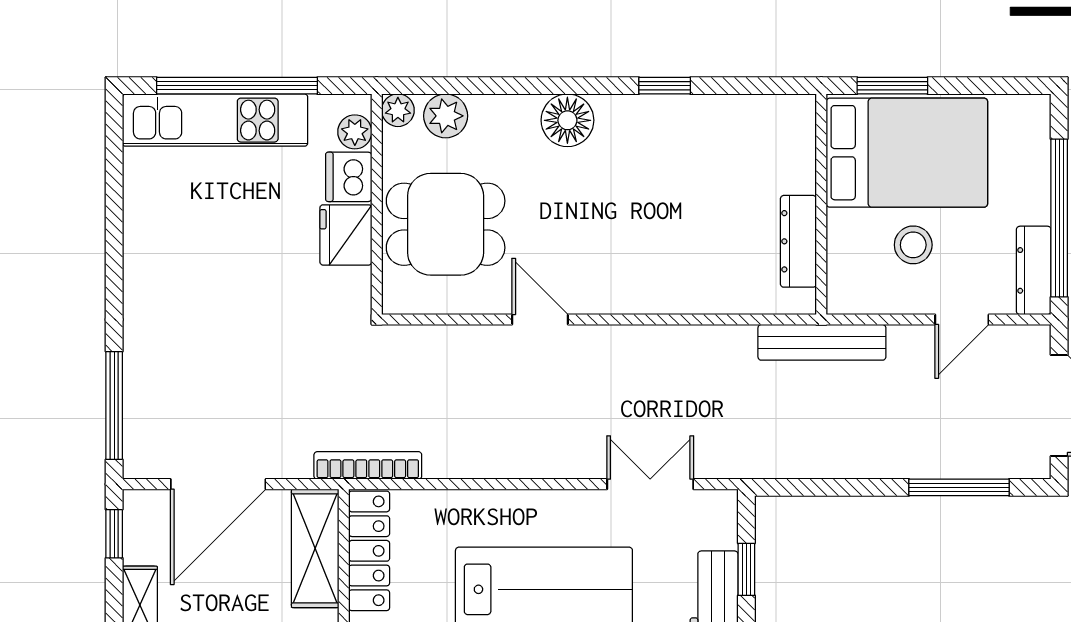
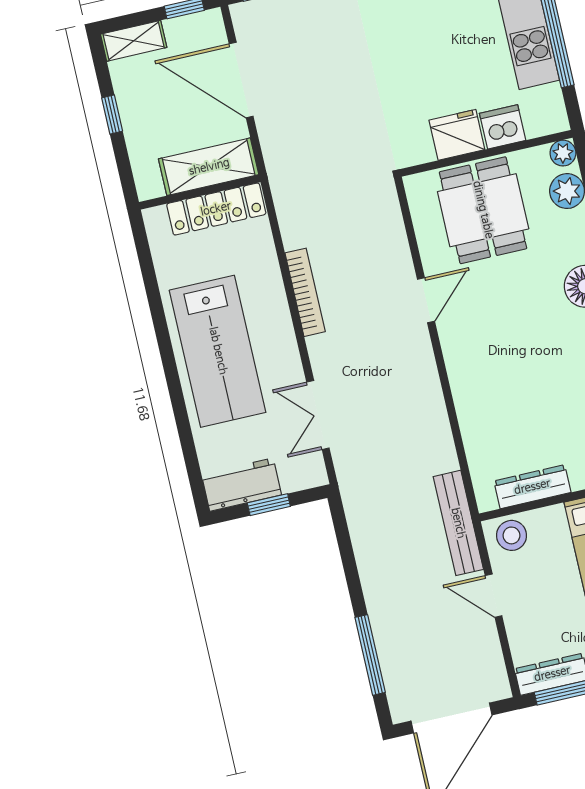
plant: (355, 132) -> (538, 123), removed
stool: (913, 245) -> (512, 535), moved
door: (962, 320) -> (494, 596), moved
bookcase: (368, 465) -> (305, 292), moved
double door: (650, 484) -> (318, 415), swing flipped

